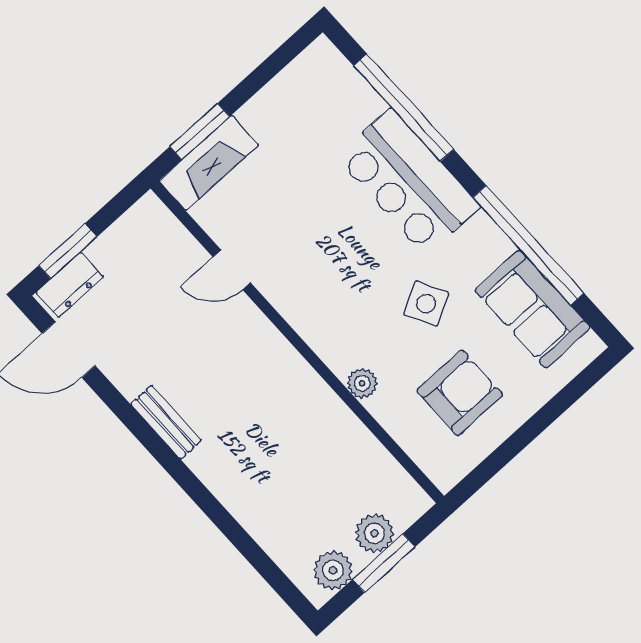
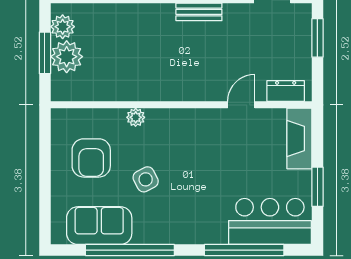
window: (200, 132) -> (317, 187), moved
bar counter: (408, 182) -> (270, 221), moved
dresser: (70, 285) -> (286, 91), moved, turned 90
plant: (374, 533) -> (67, 57), width x1.36, depth x1.36

